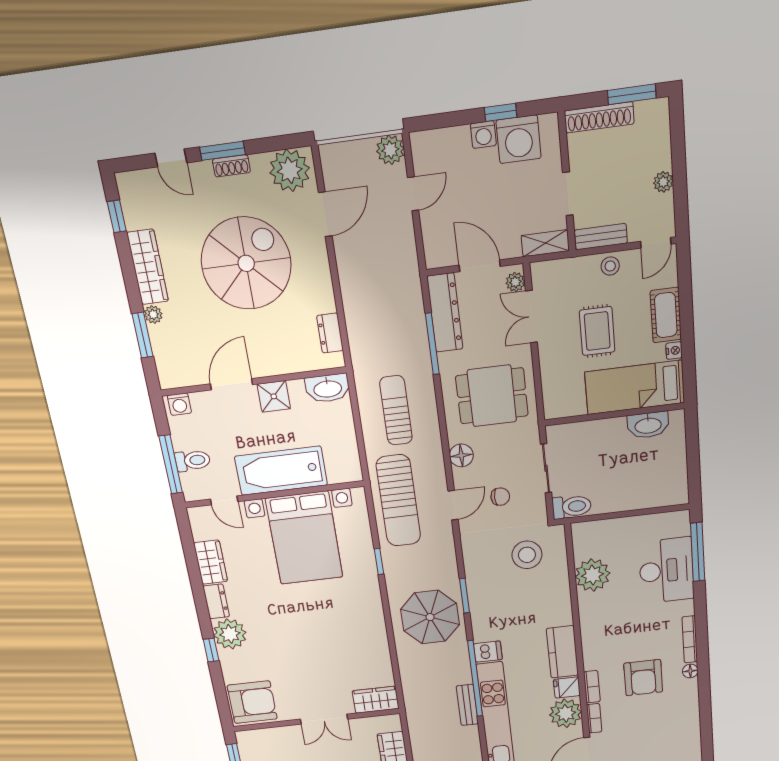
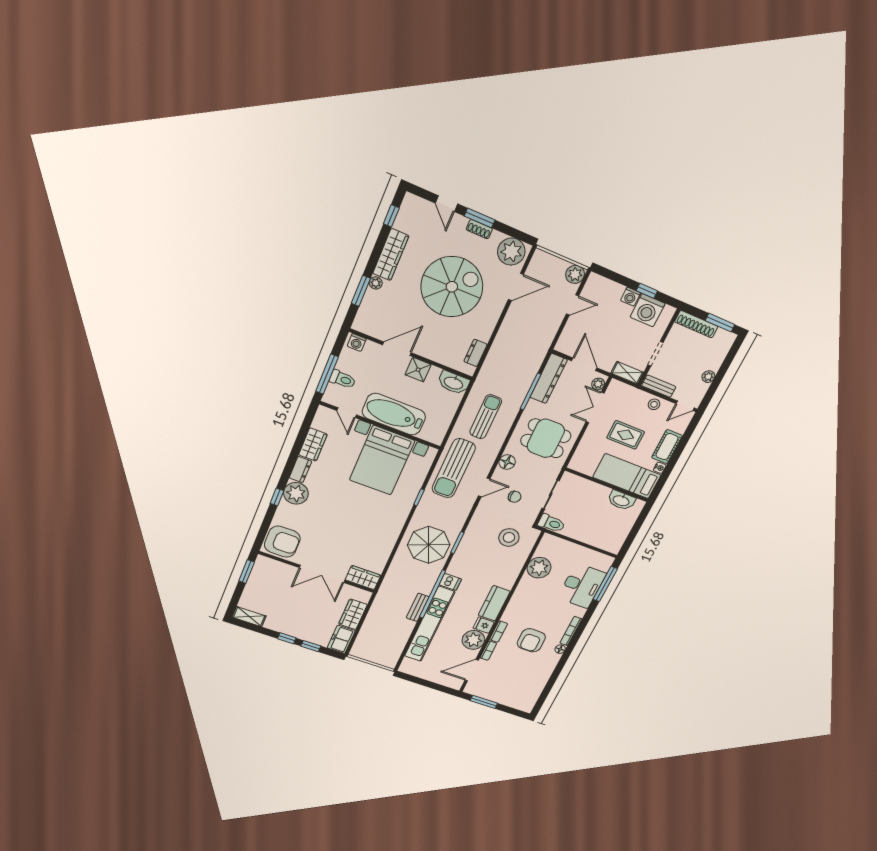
rug: (597, 331) -> (626, 435), turned 90
double door: (324, 719) -> (322, 574), width x1.37

